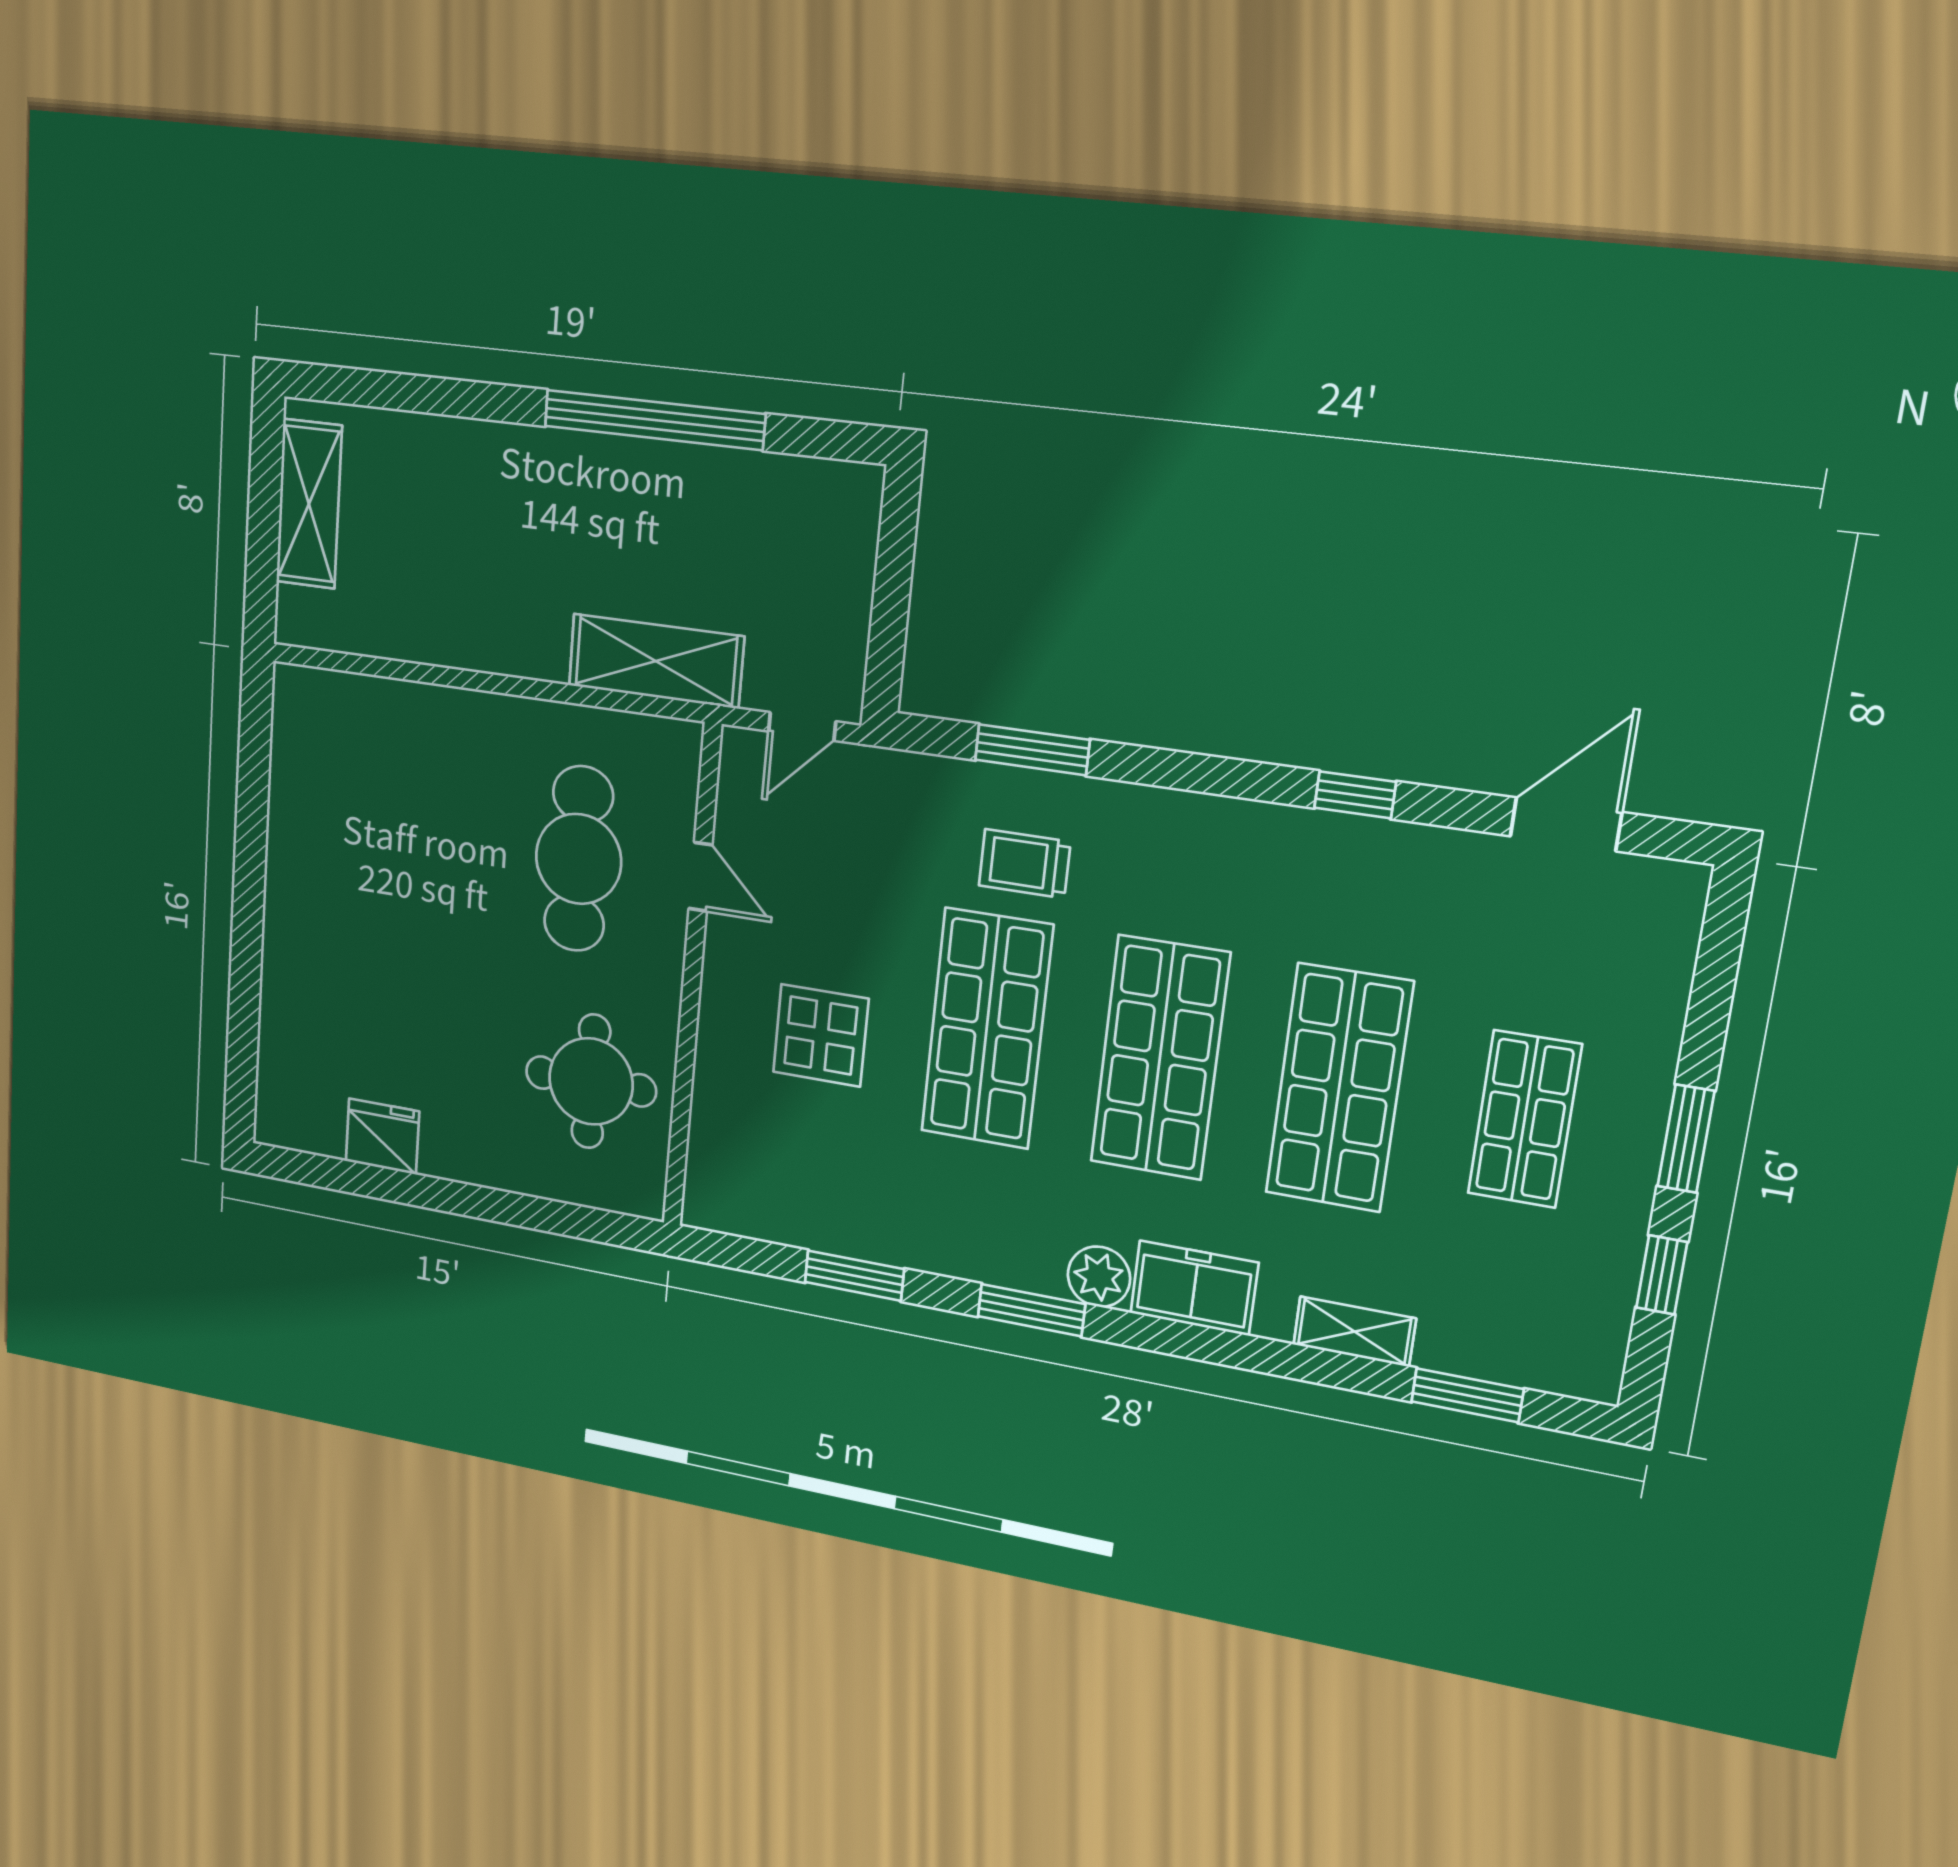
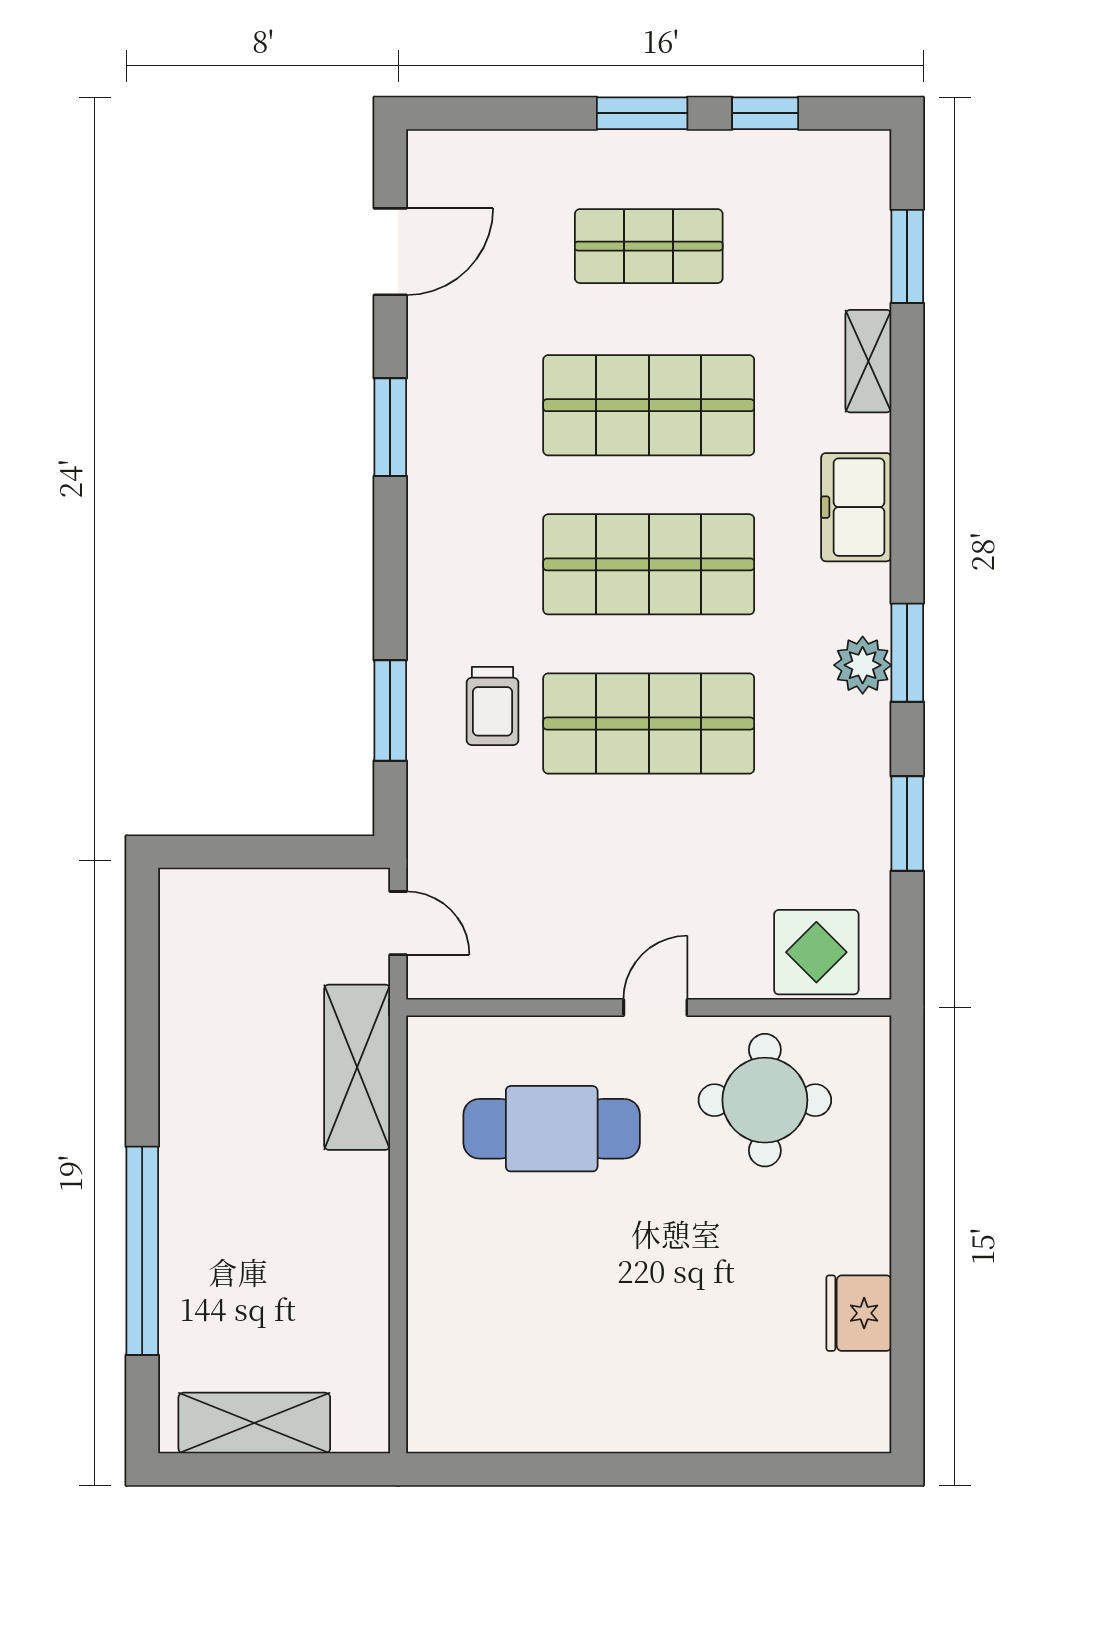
window: (654, 420) -> (142, 1251), moved
window: (1355, 795) -> (390, 427), width x1.50
door: (1566, 824) -> (390, 252), swing flipped
door: (700, 877) -> (655, 1008), moved
display table: (821, 1035) -> (816, 952), moved
plant: (1099, 1277) -> (863, 665), moved

